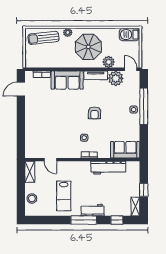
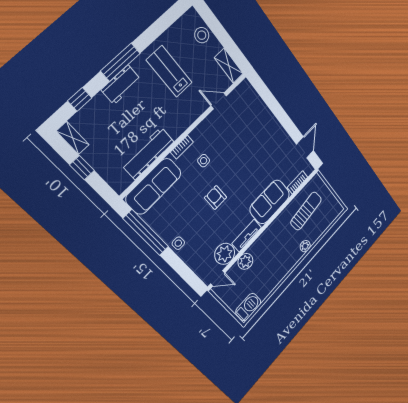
sun lounger: (43, 38) -> (306, 211), moved
parasol: (88, 47) -> (276, 254), removed
window: (144, 106) -> (146, 233), moved
sofa: (125, 150) -> (154, 186), width x1.36

